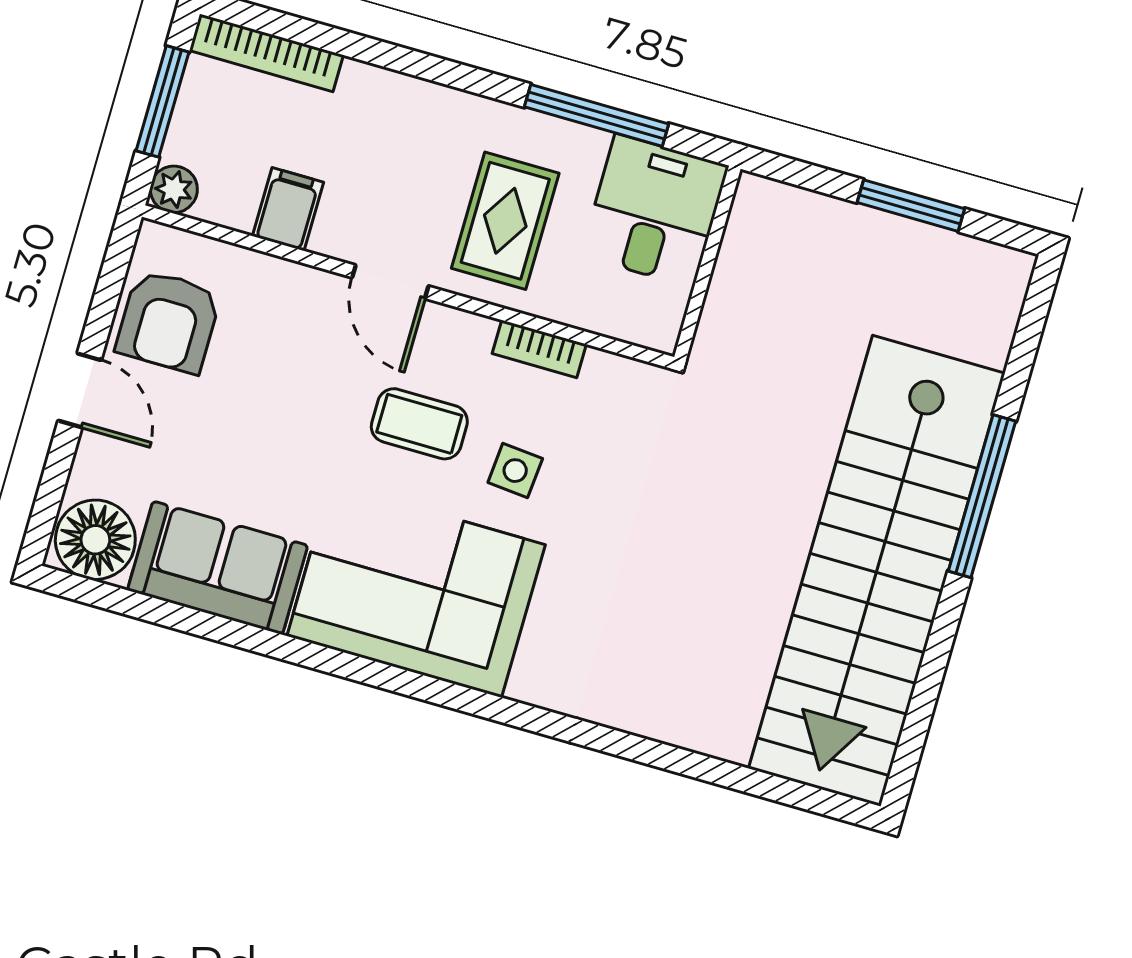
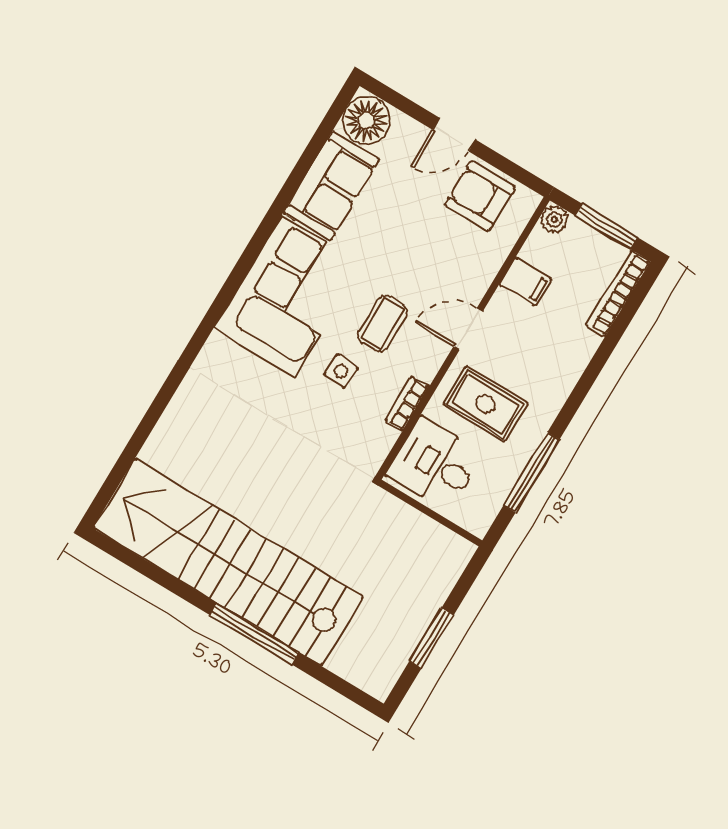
desk: (655, 211) -> (435, 464), moved, turned 180

